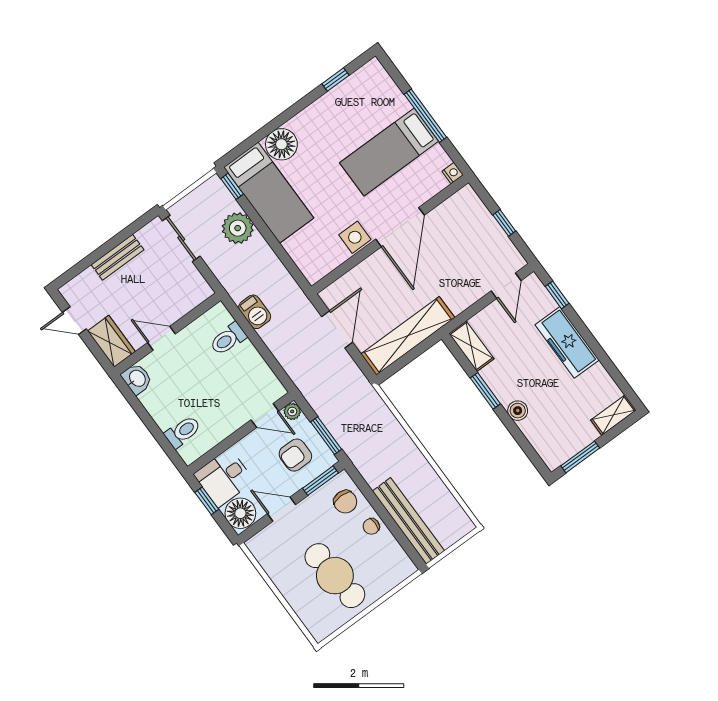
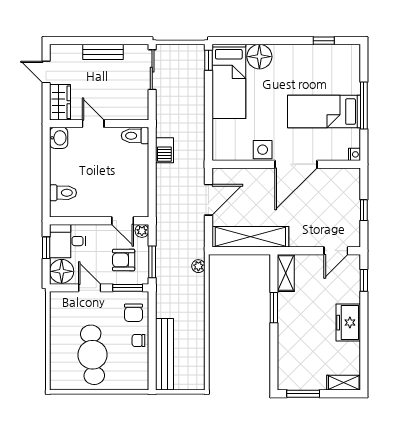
plant: (238, 228) -> (198, 266), moved, width x0.53, depth x0.53
toilet: (228, 339) -> (135, 136), moved
freezer: (567, 342) -> (348, 323), width x0.71
boiler: (518, 411) -> (285, 335), removed

